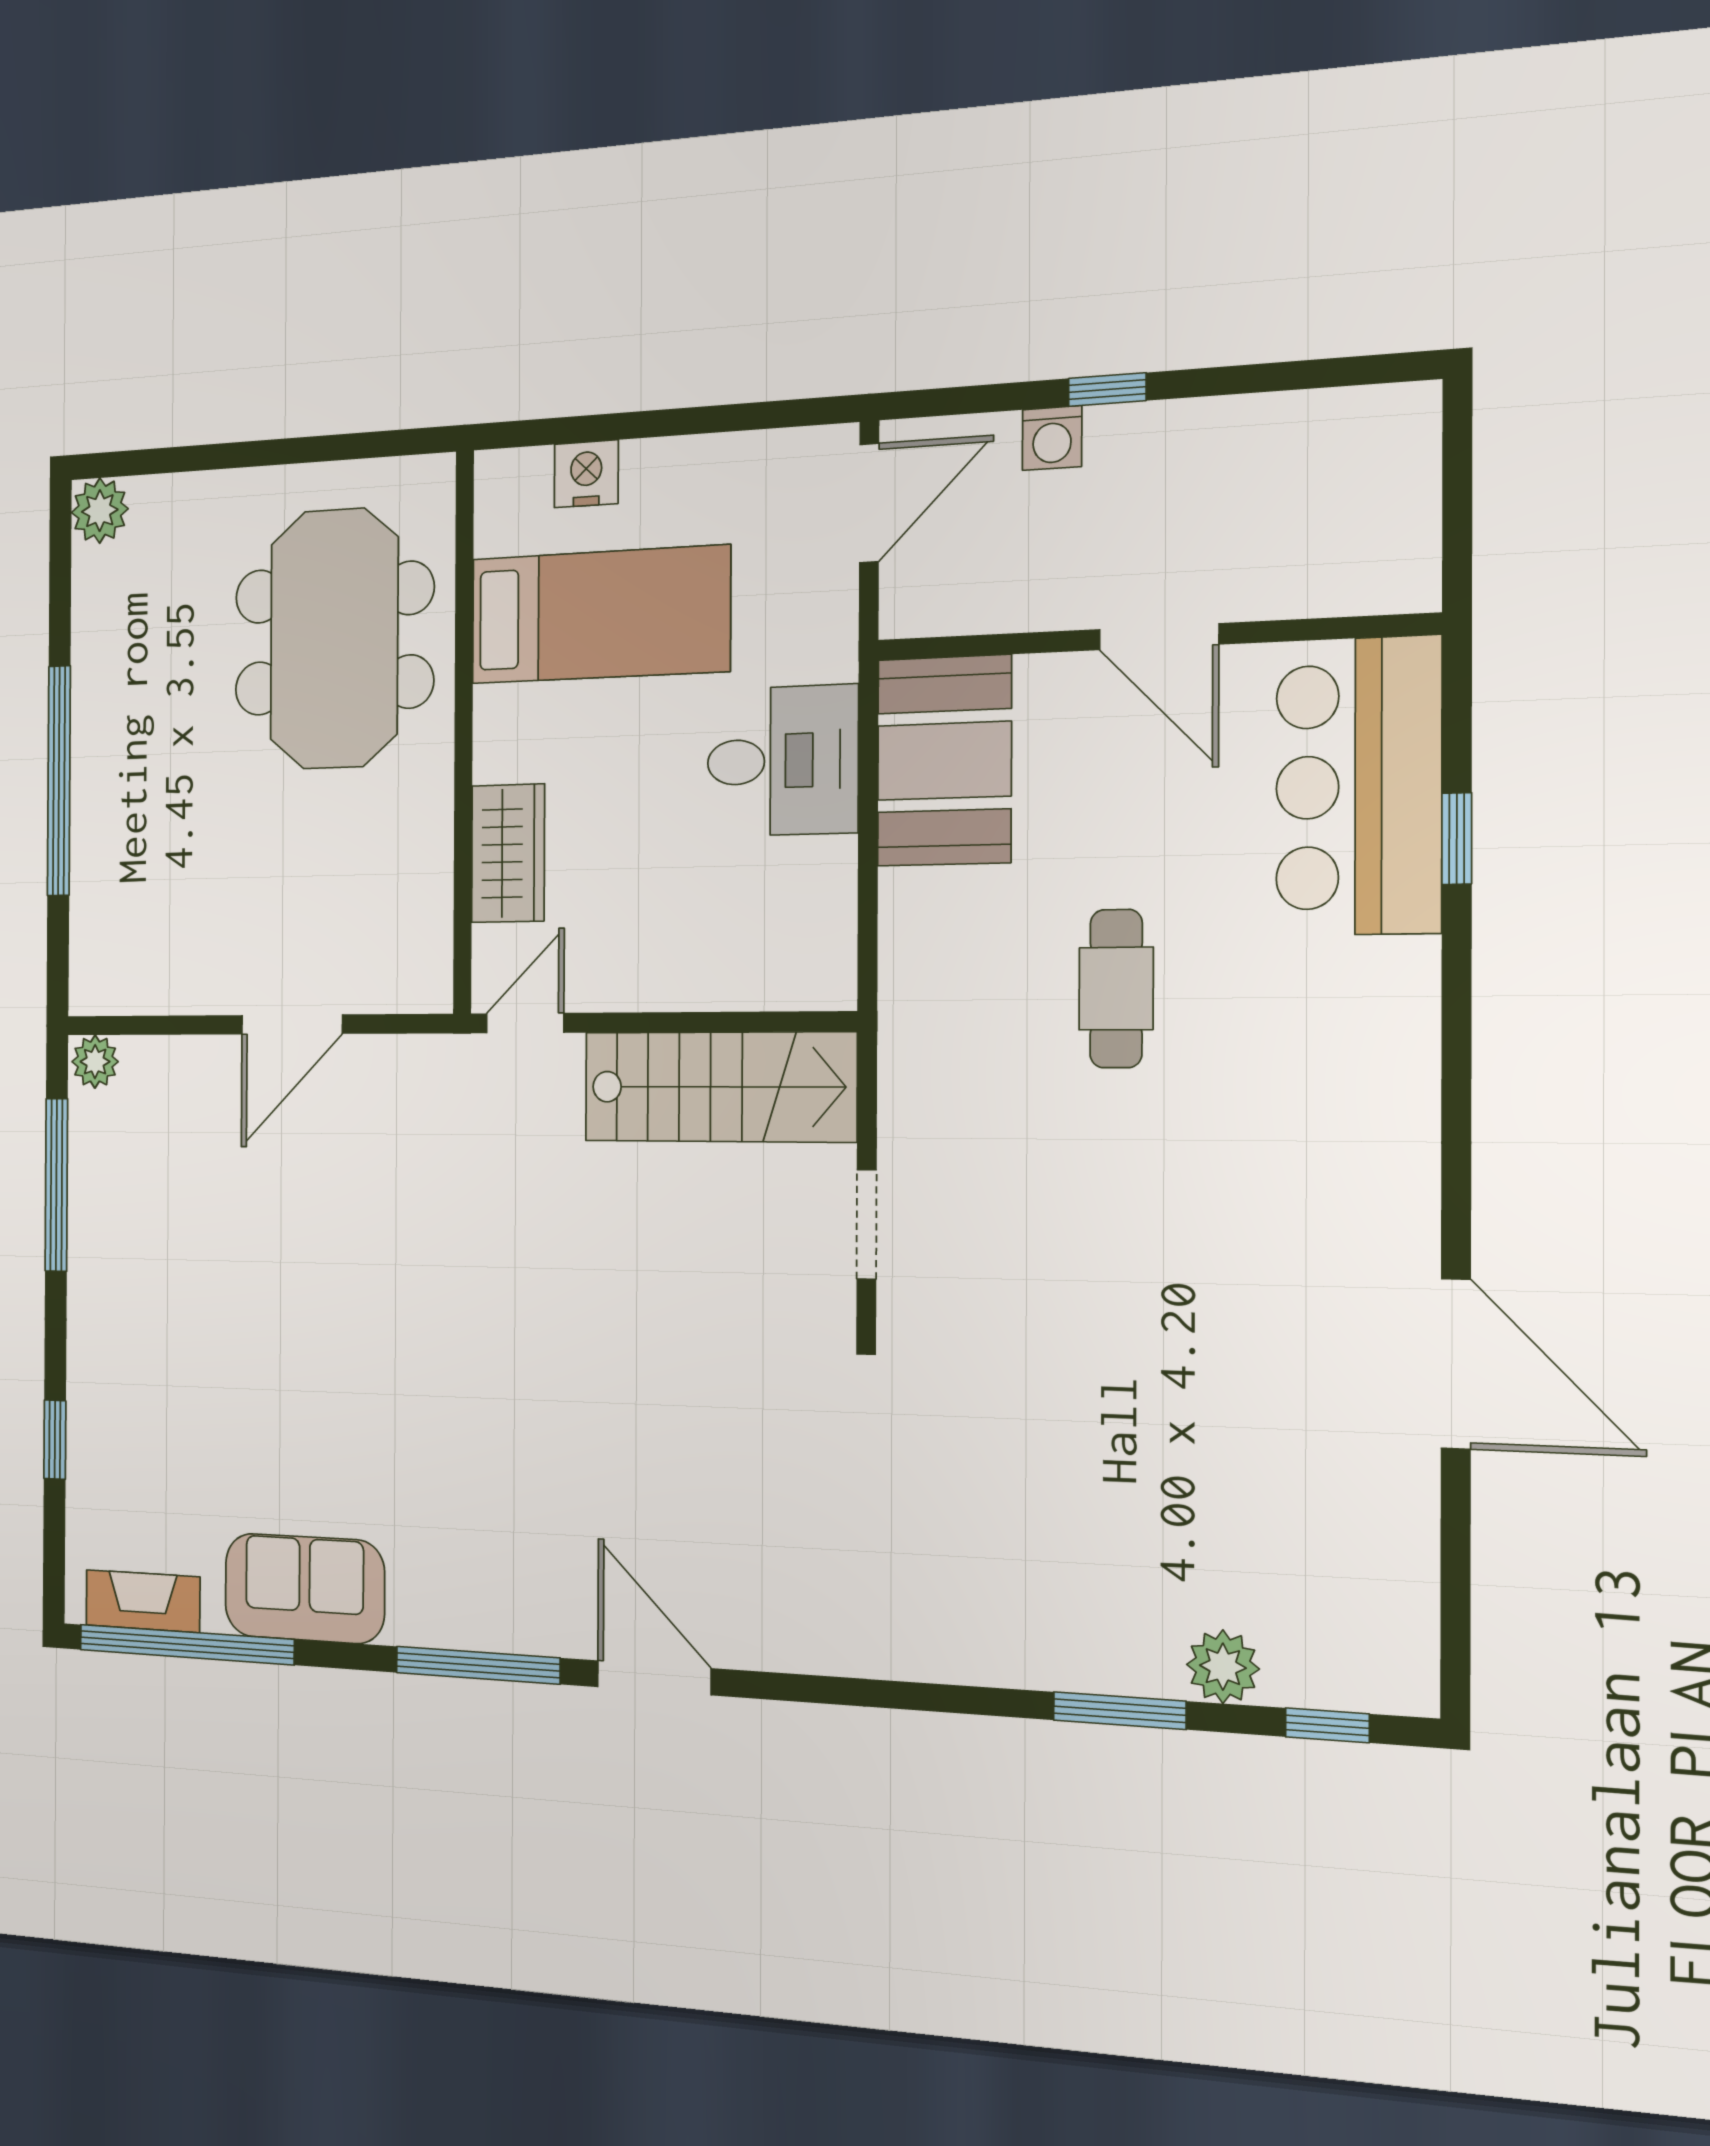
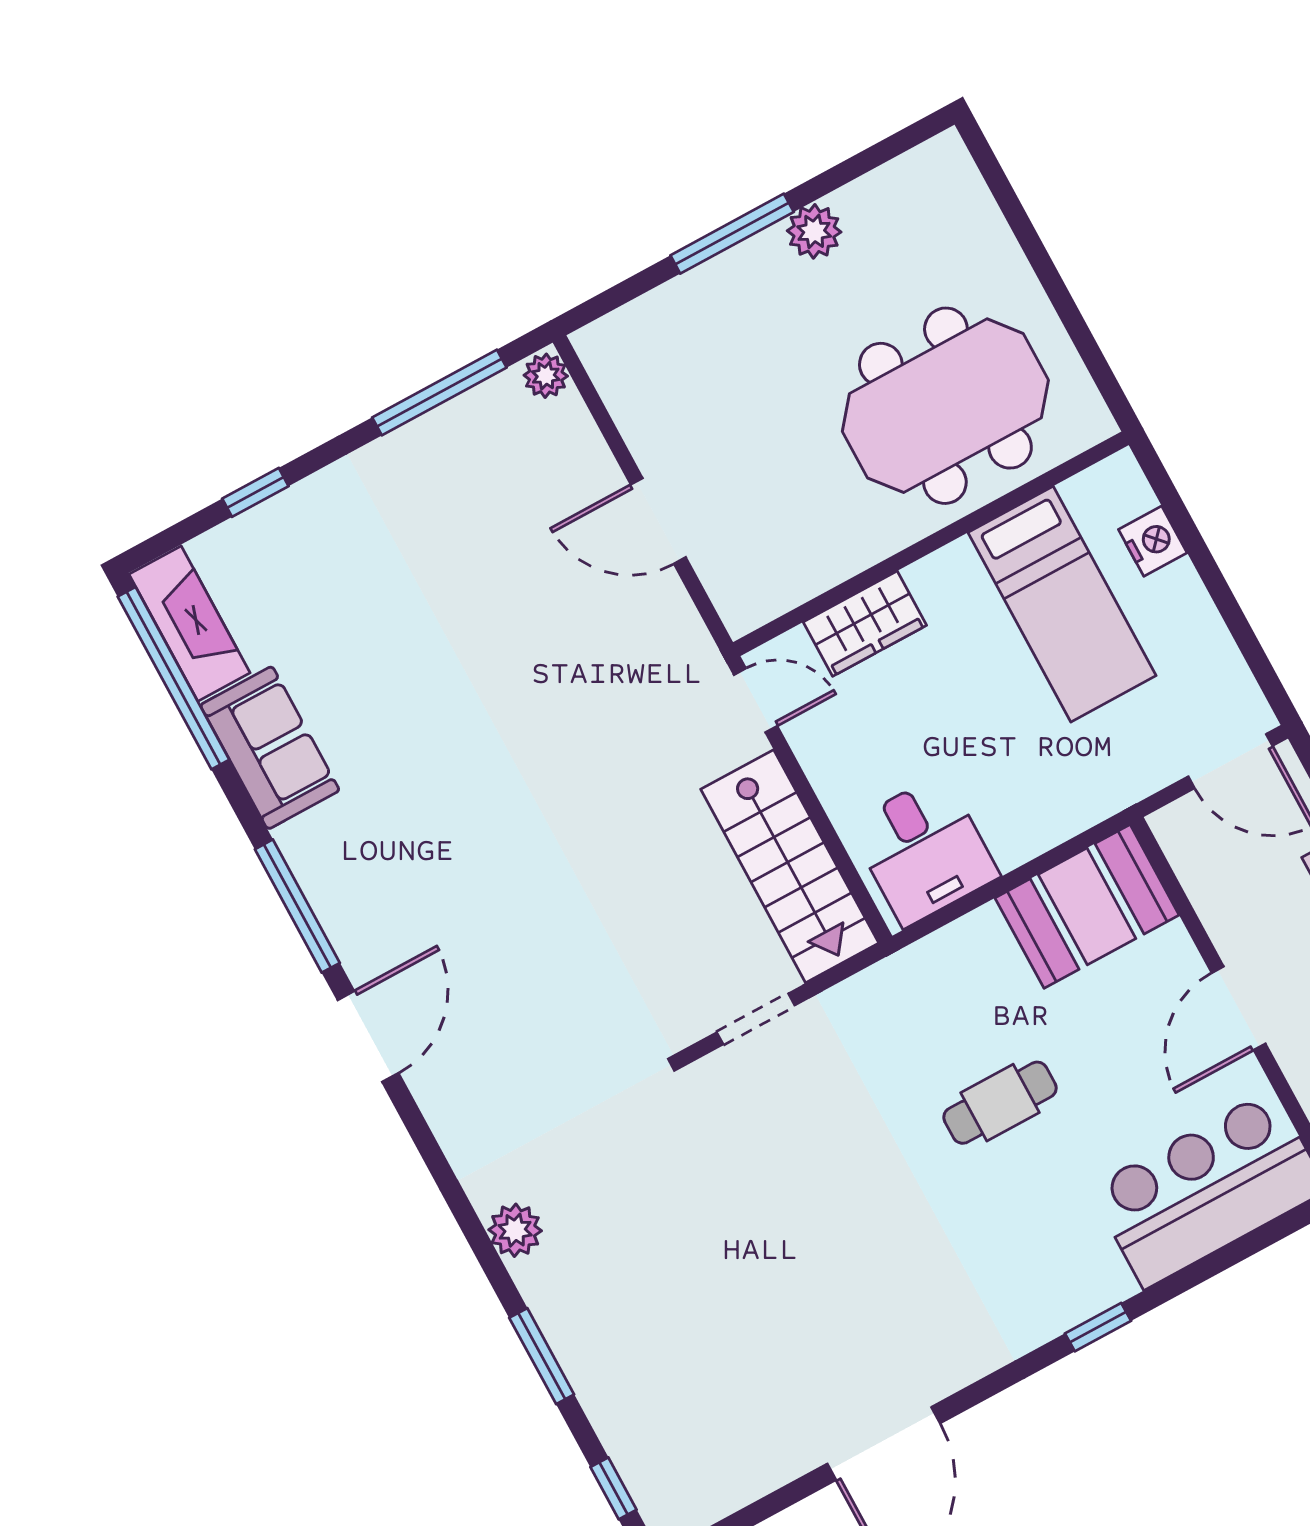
plant: (100, 511) -> (814, 231), moved
desk: (782, 761) -> (924, 850), moved
window: (59, 781) -> (732, 234), width x0.68
window: (1457, 839) -> (1098, 1327), moved
fireplace: (143, 1601) -> (189, 624), width x1.37, depth x1.32
plant: (1223, 1667) -> (515, 1230), moved

